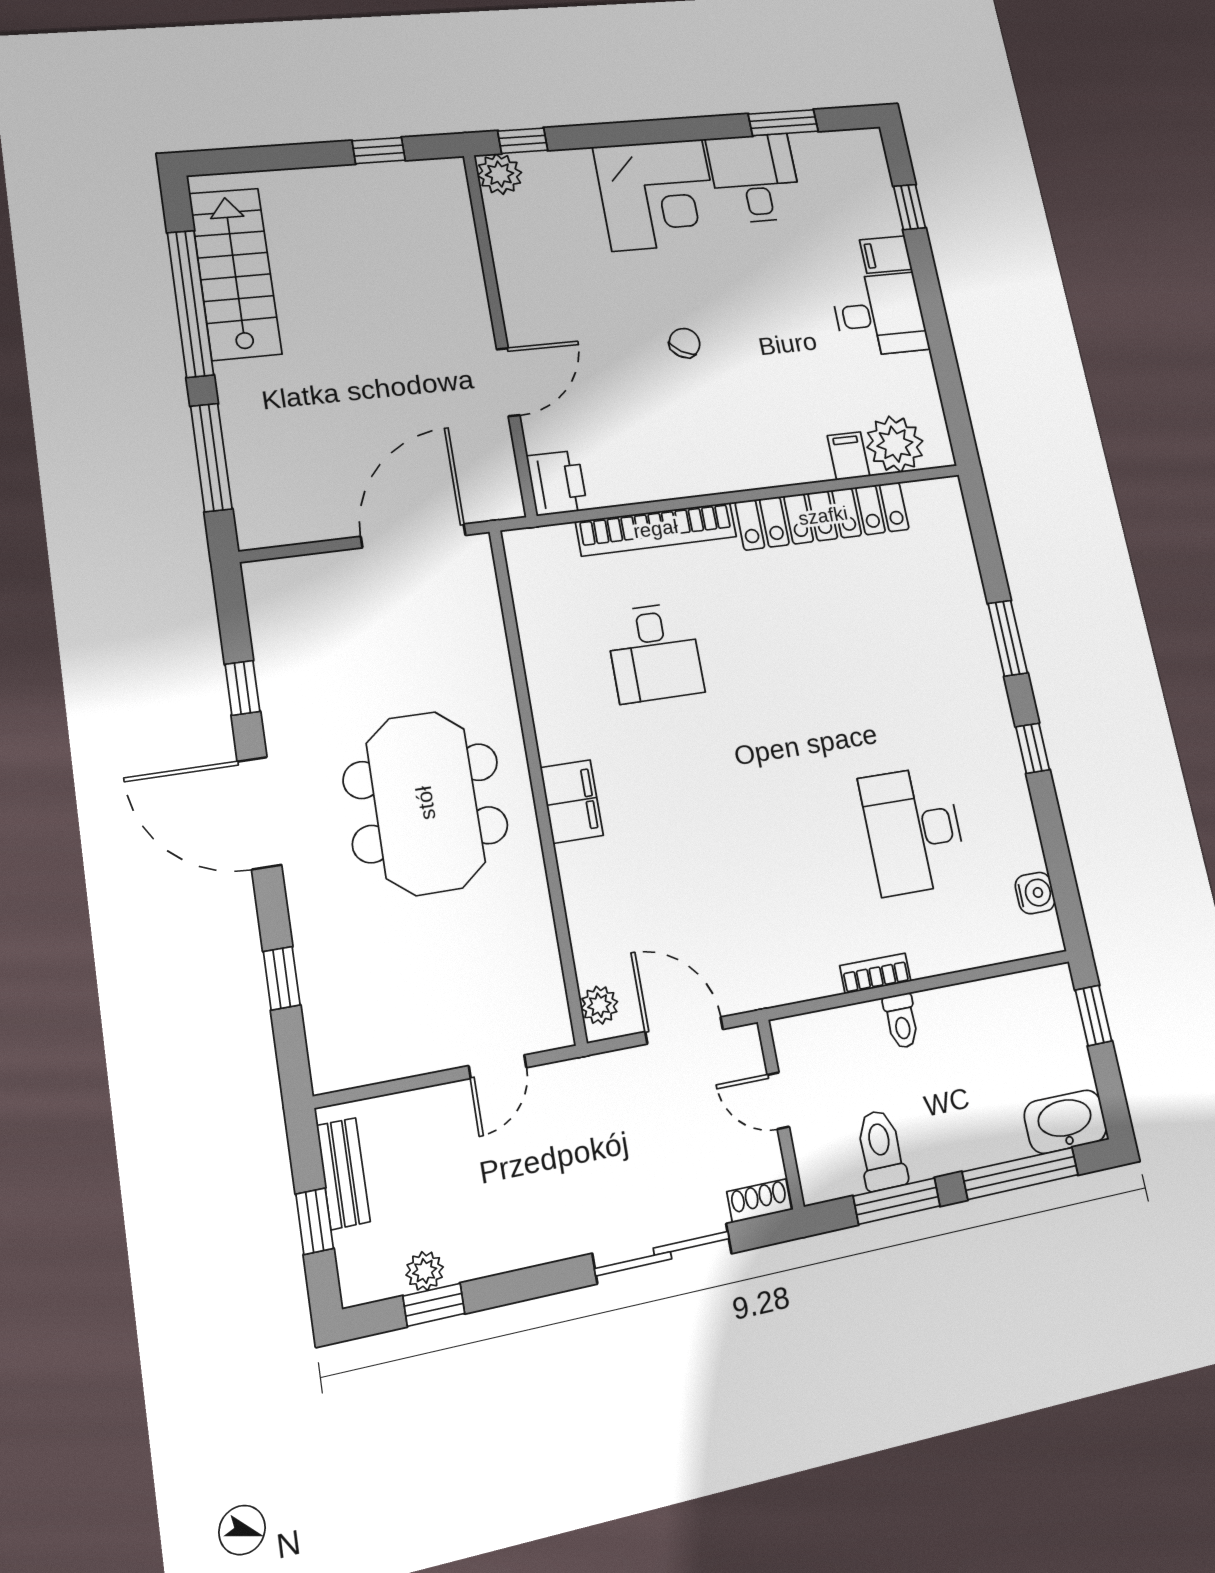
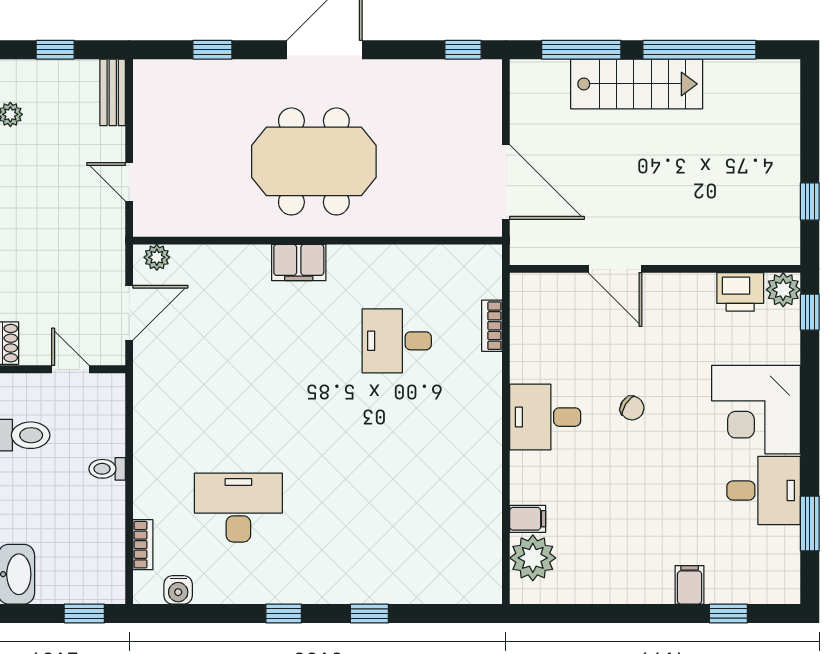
stairs: (235, 273) -> (637, 84), moved
desk: (880, 315) -> (545, 417), moved, turned 90
printer: (557, 483) -> (740, 292), moved
locker: (823, 516) -> (483, 488), removed
bookcase: (656, 529) -> (492, 326), width x0.43, depth x0.76
window: (1008, 638) -> (369, 613), width x0.67
window: (242, 688) -> (463, 50), moved
bookcase: (875, 973) -> (143, 545), moved
door: (778, 1101) -> (70, 369), hinge flipped
bench: (343, 1173) -> (113, 92), moved, turned 90

